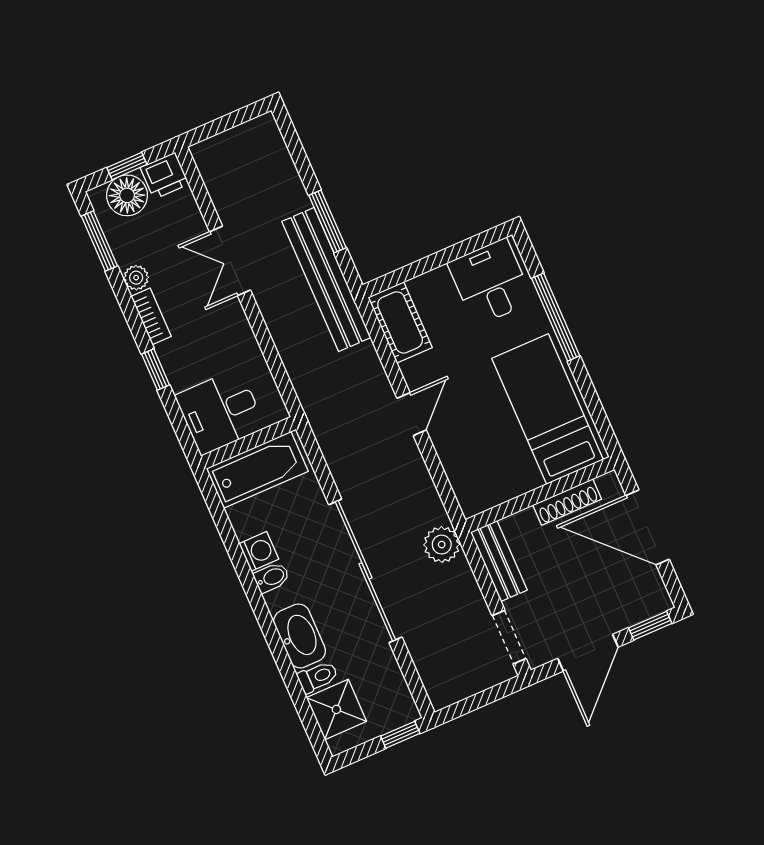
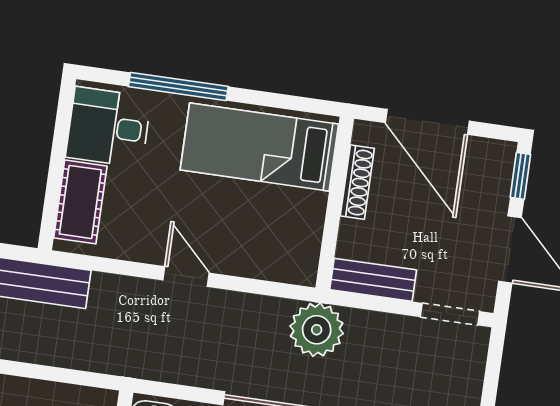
cot: (400, 322) -> (80, 202), moved, turned 90
door: (648, 527) -> (427, 122), hinge flipped
plant: (442, 545) -> (317, 330), width x1.36, depth x1.36

